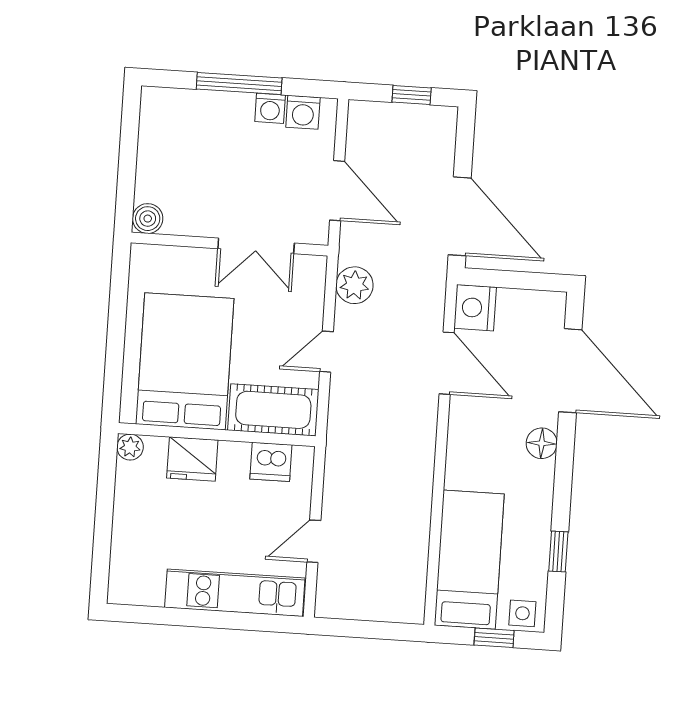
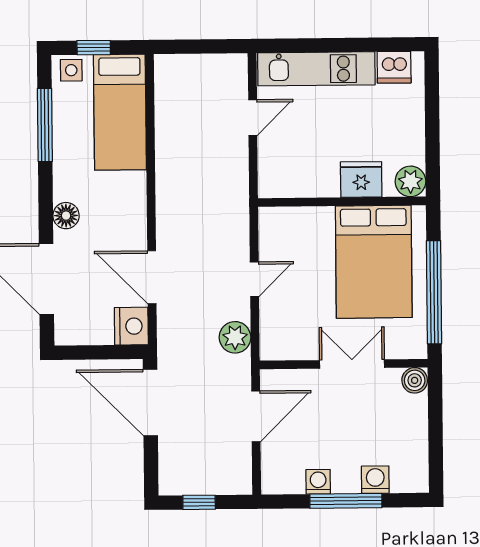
washing machine: (303, 112) -> (375, 480), moved
door: (337, 191) -> (256, 416), swing flipped
double door: (256, 246) -> (352, 364), moved
window: (117, 320) -> (434, 292), added
cot: (273, 410) -> (296, 226), removed
plant: (130, 447) -> (410, 181), width x1.38, depth x1.38
dishwasher: (271, 462) -> (394, 67), moved, turned 180
window: (558, 551) -> (45, 125), width x2.17

